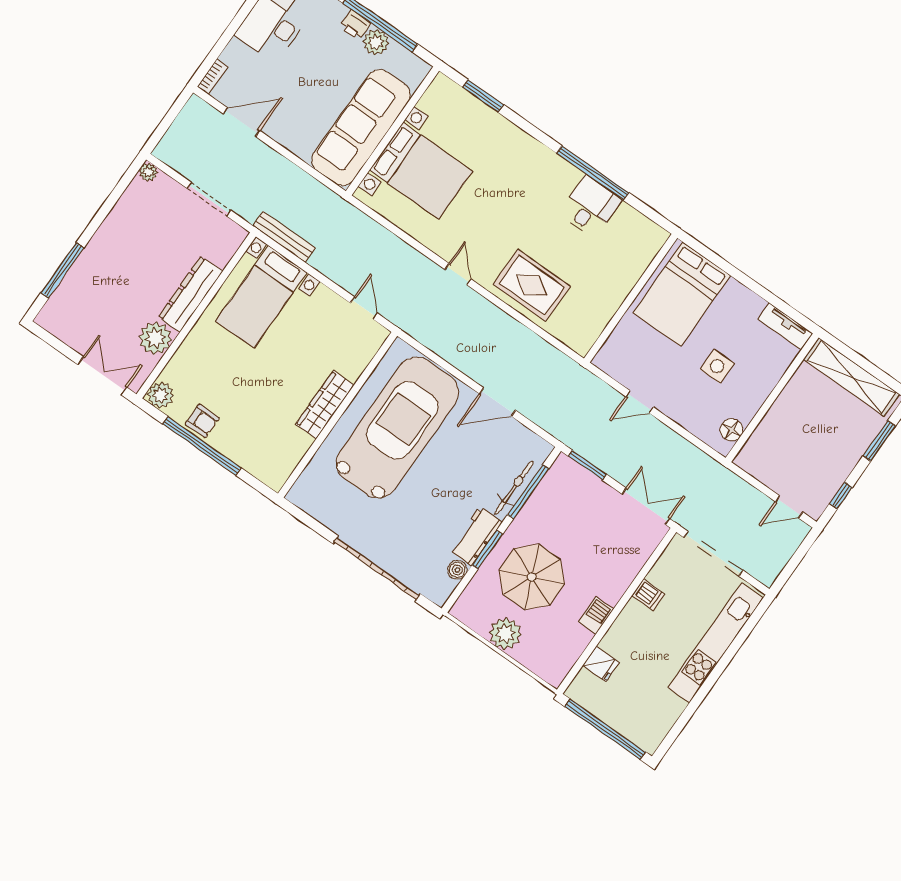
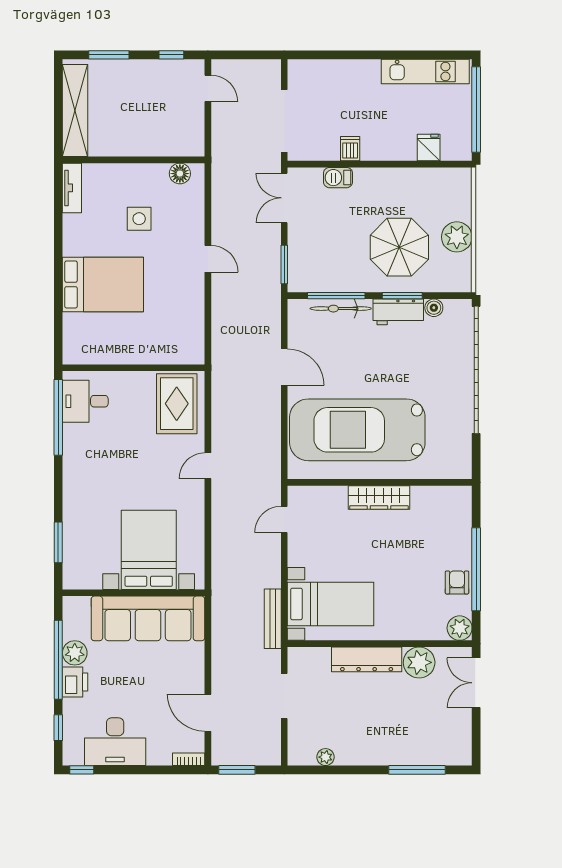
printer: (355, 25) -> (75, 682), width x1.36, depth x1.24
window: (173, 112) -> (237, 770), added
plant: (148, 172) -> (325, 757), moved
wall: (631, 298) -> (134, 368), moved
garage door: (377, 569) -> (476, 370), width x1.36
barbecue: (596, 615) -> (338, 178), moved
kitchen unit: (716, 643) -> (425, 71), moved, width x0.73

